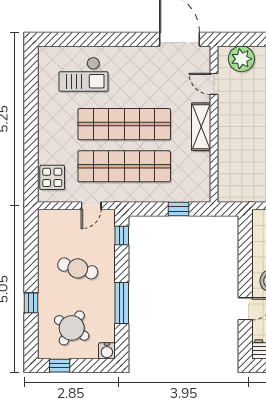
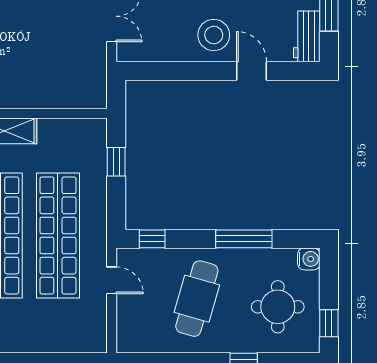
display table: (52, 177) -> (73, 333), removed
cafe table: (78, 268) -> (197, 299), width x1.37, depth x1.35
round table: (72, 328) -> (278, 307), turned -32

